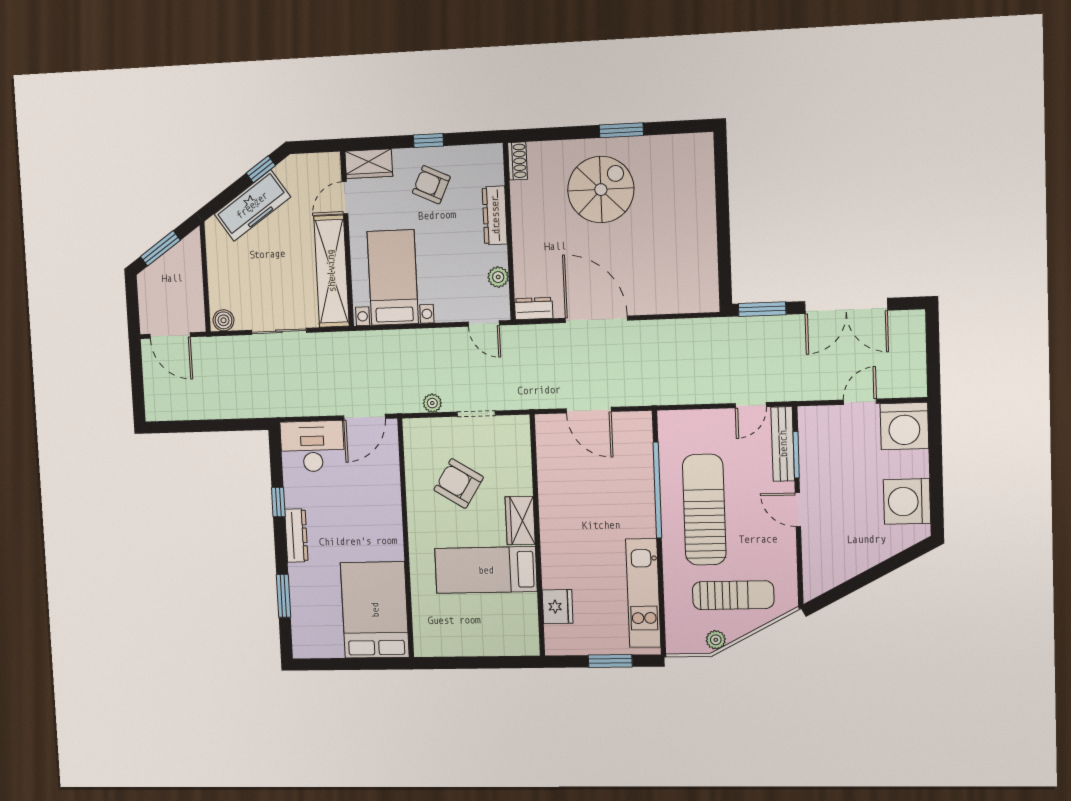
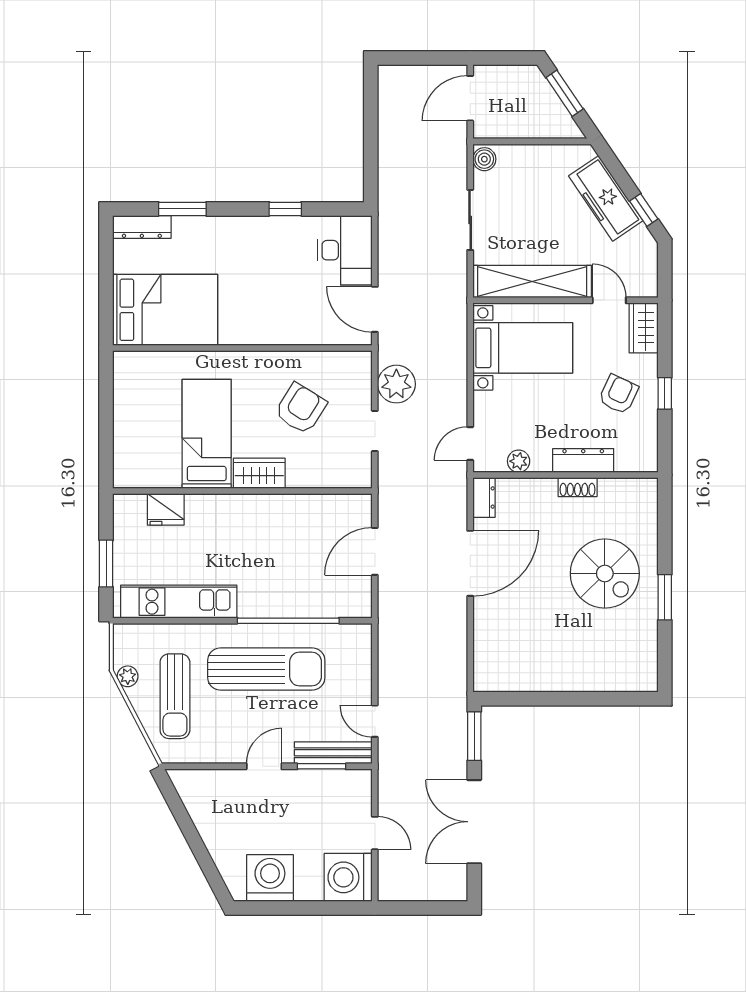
shoe rack: (517, 161) -> (578, 487), moved
plant: (432, 403) -> (396, 384), width x1.88, depth x1.88
dresser: (296, 535) -> (142, 227), moved

